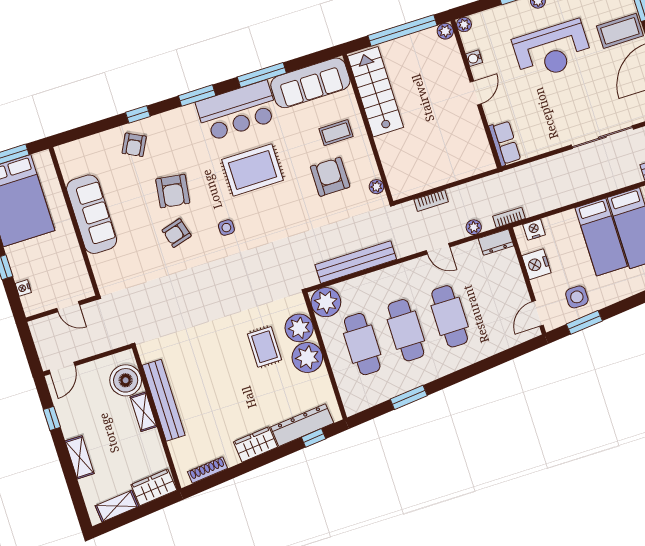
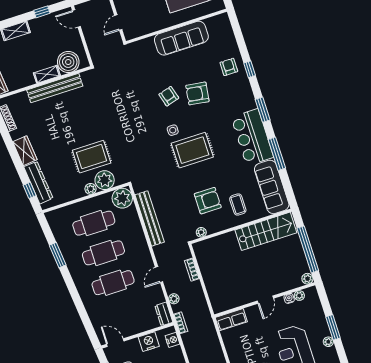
plant: (464, 25) -> (299, 296), moved
door: (476, 93) -> (265, 300), hinge flipped
armchair: (134, 145) -> (229, 67), turned 63
rug: (253, 170) -> (192, 150), moved, turned 90
rug: (265, 347) -> (92, 157), width x1.36, depth x1.43
plant: (307, 358) -> (90, 189), width x0.53, depth x0.53

